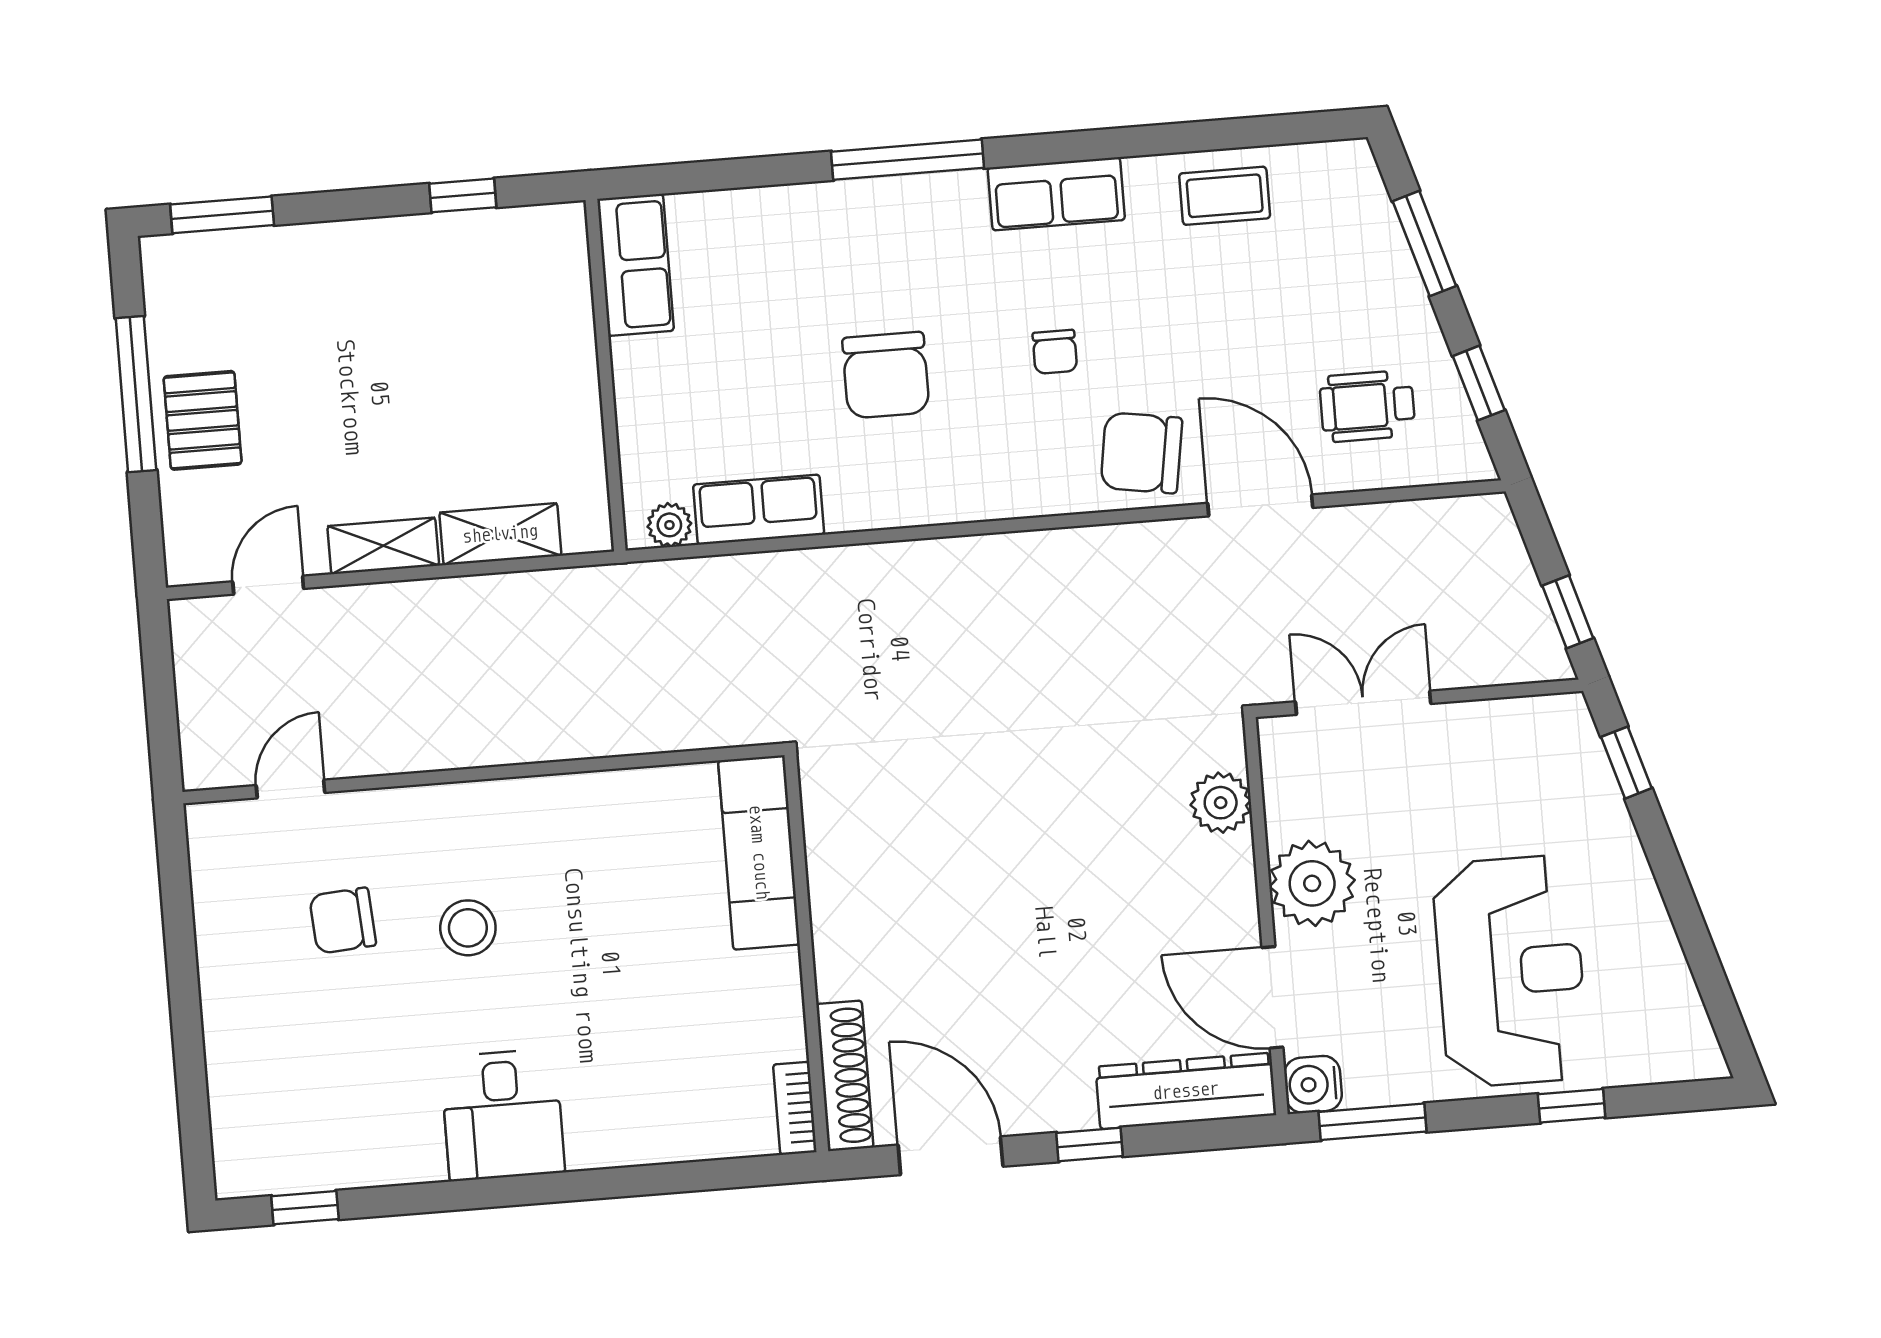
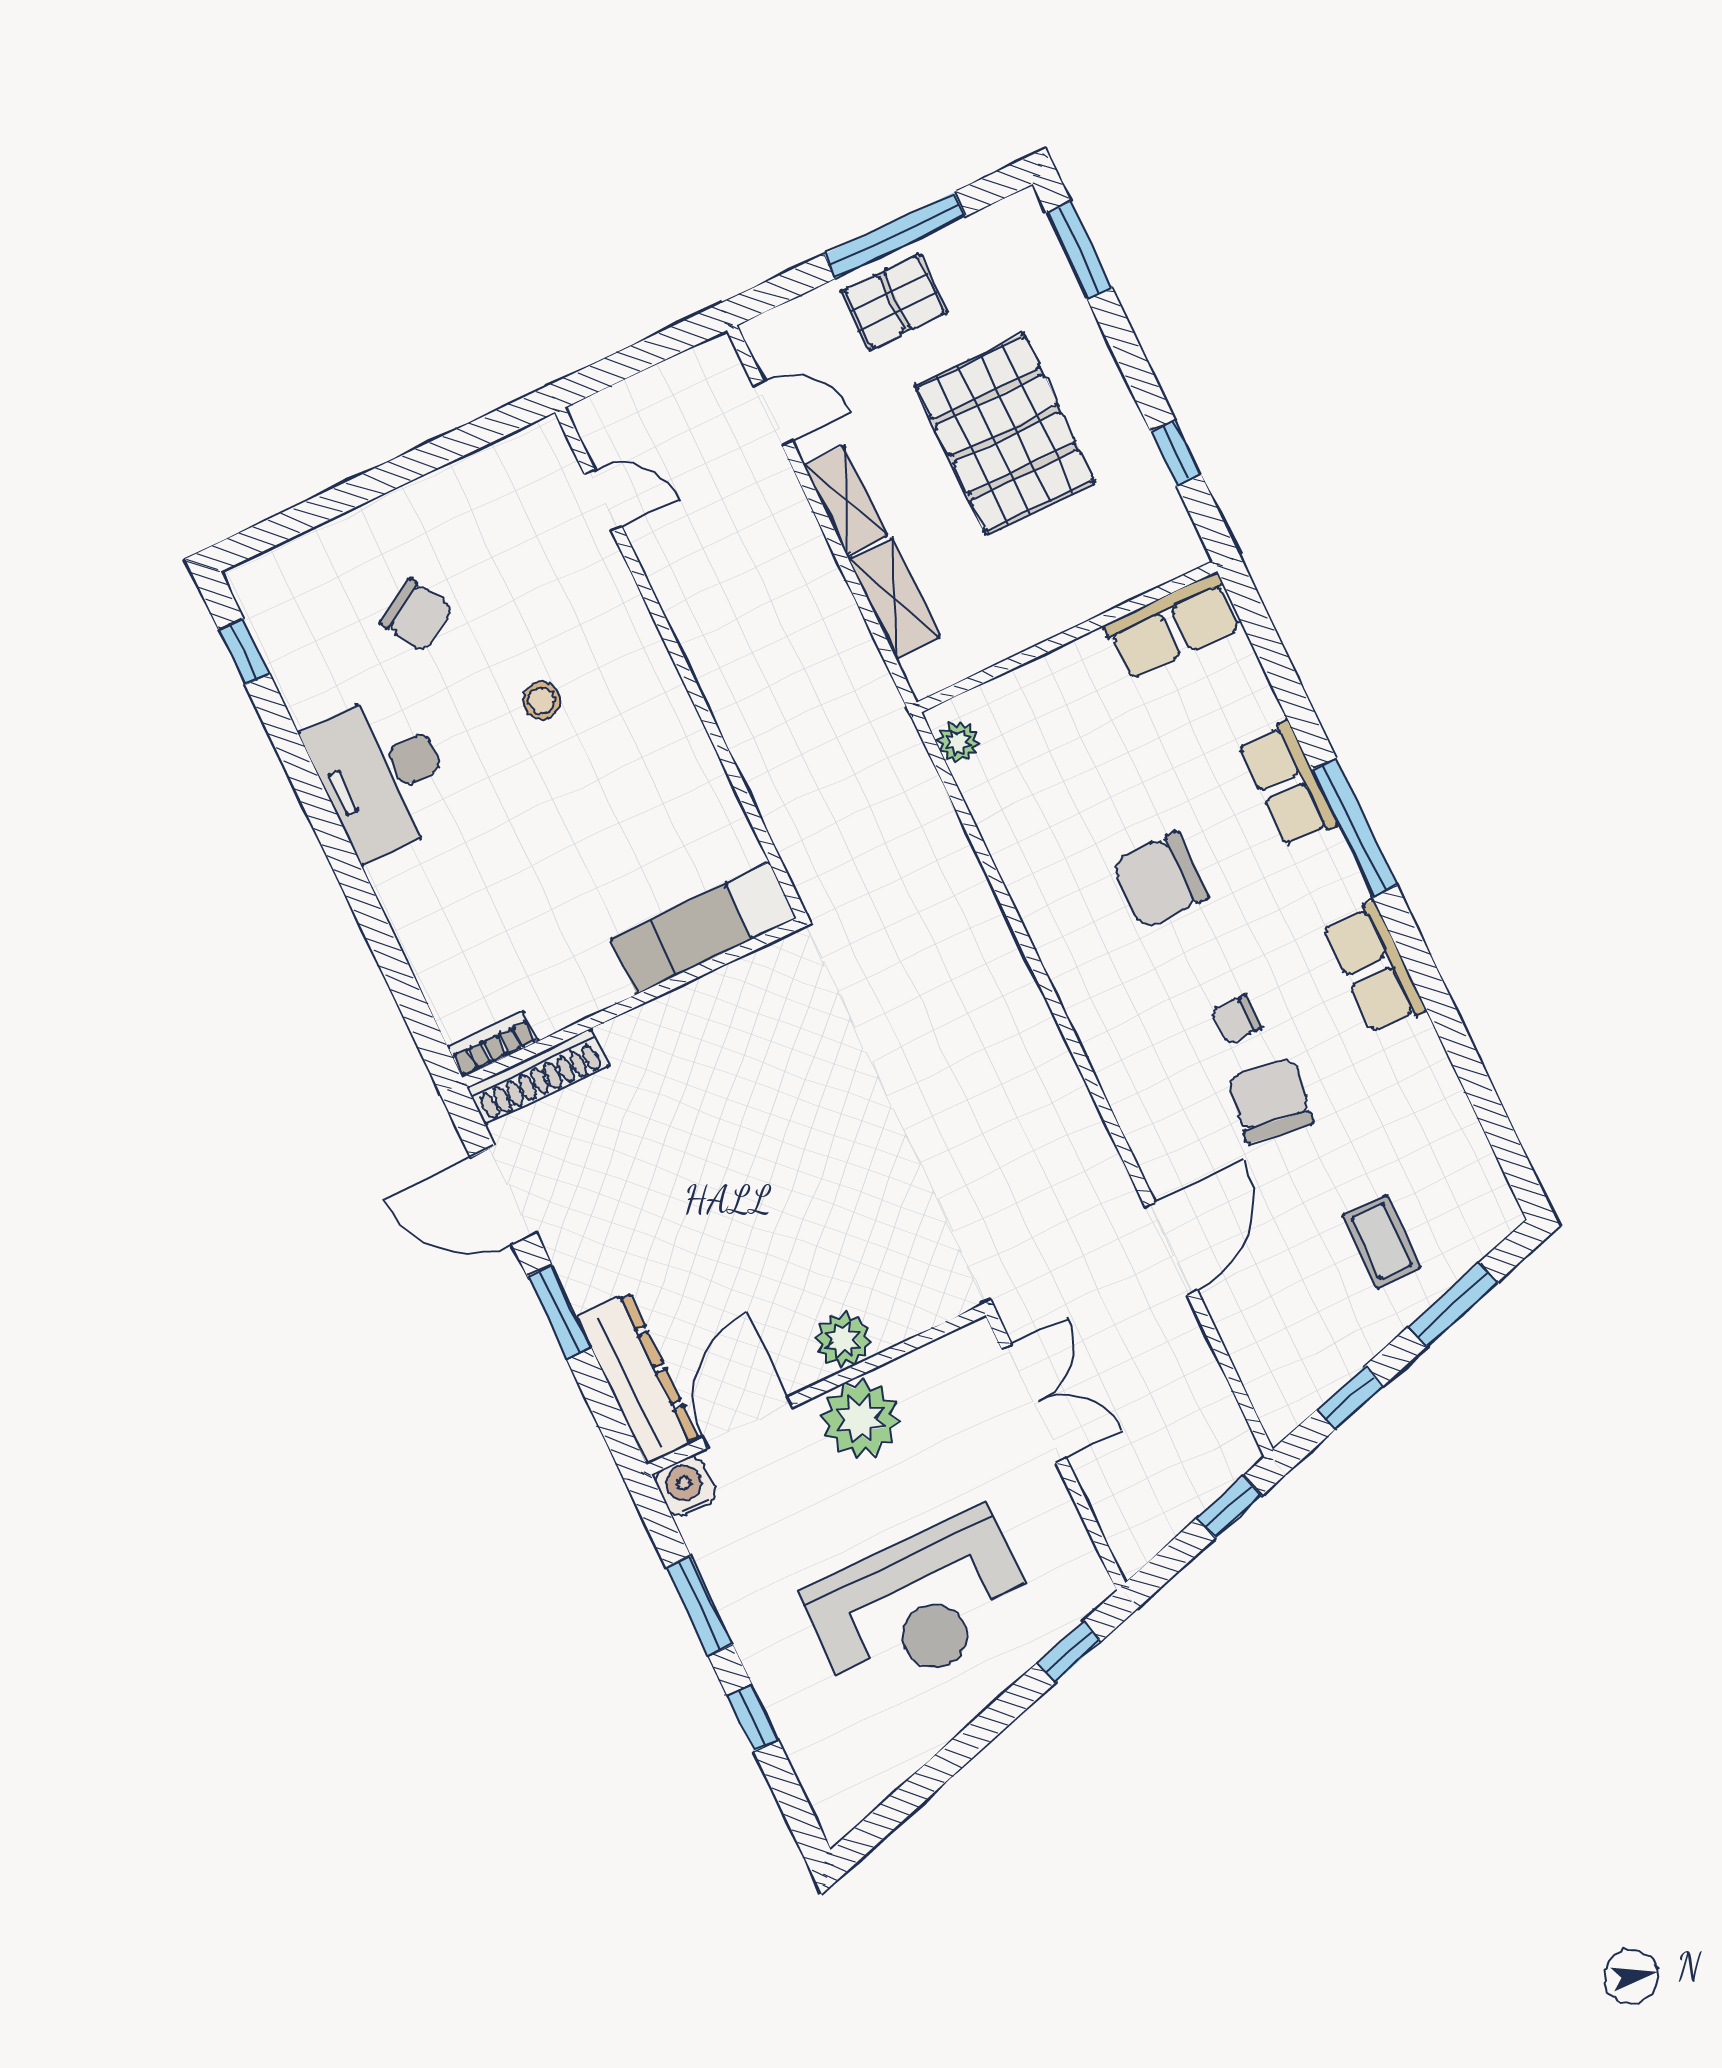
coffee table: (1225, 196) -> (1382, 1241), moved
pallet: (378, 360) -> (1005, 434), added
wheelchair: (1367, 406) -> (1293, 1309), removed
chair: (1141, 453) -> (1271, 1100), moved
row of seats: (759, 510) -> (1288, 784), moved, turned 180
window: (1568, 612) -> (1229, 1507), moved
plant: (1221, 803) -> (843, 1340), moved
chair: (343, 921) -> (417, 615), moved, turned 153
stool: (468, 928) -> (541, 701), width x0.73, depth x0.73
reception desk: (1510, 971) -> (920, 1605), moved
desk: (503, 1115) -> (382, 774), width x1.37
window: (1373, 1122) -> (699, 1606), moved
window: (1089, 1144) -> (559, 1312), width x1.50
door: (951, 1156) -> (504, 1195), swing flipped

